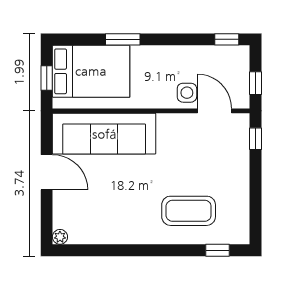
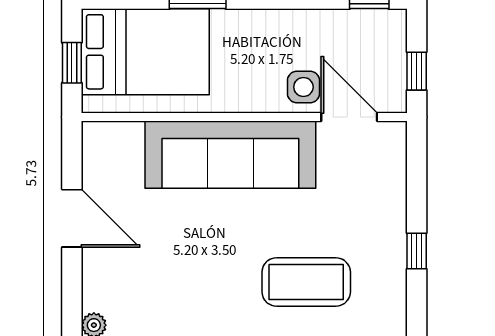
sofa: (104, 134) -> (230, 155), moved
window: (255, 139) -> (417, 251), moved

